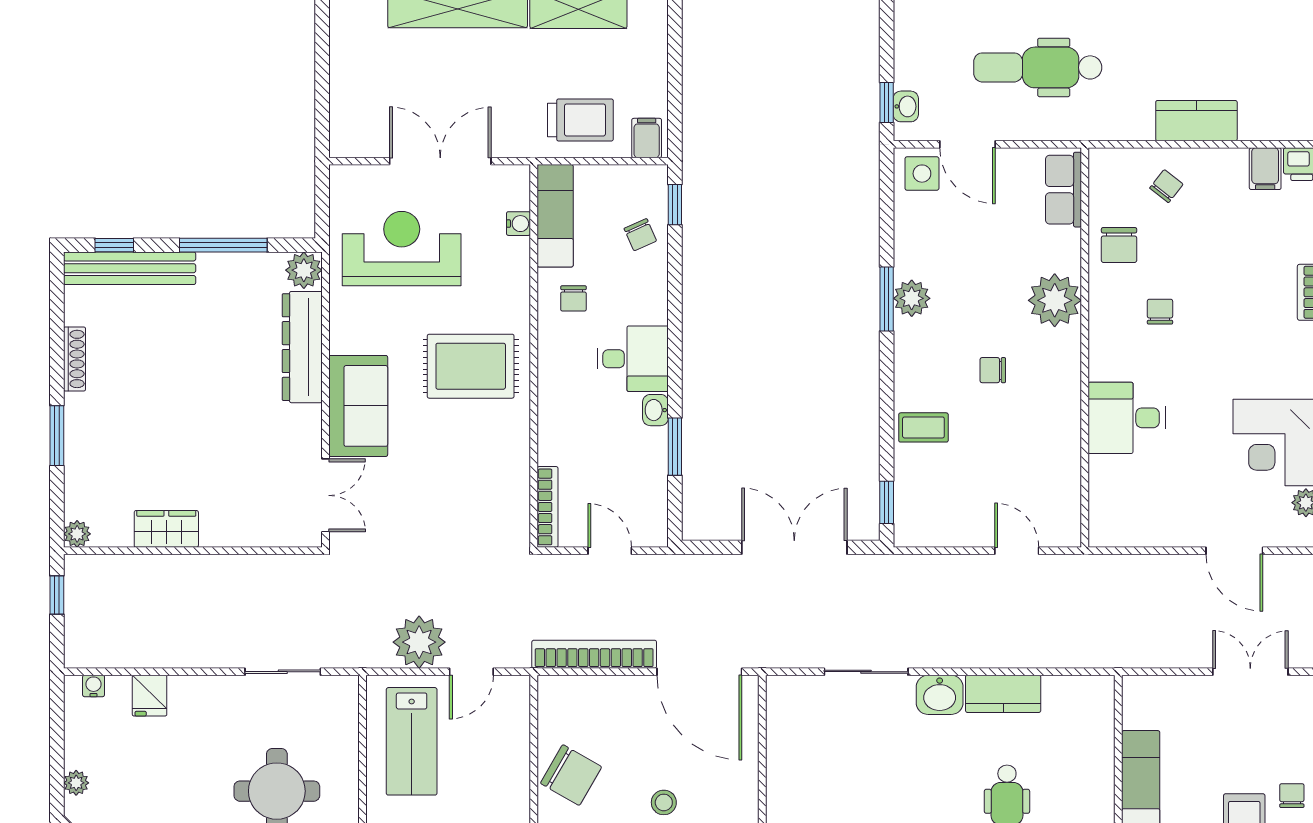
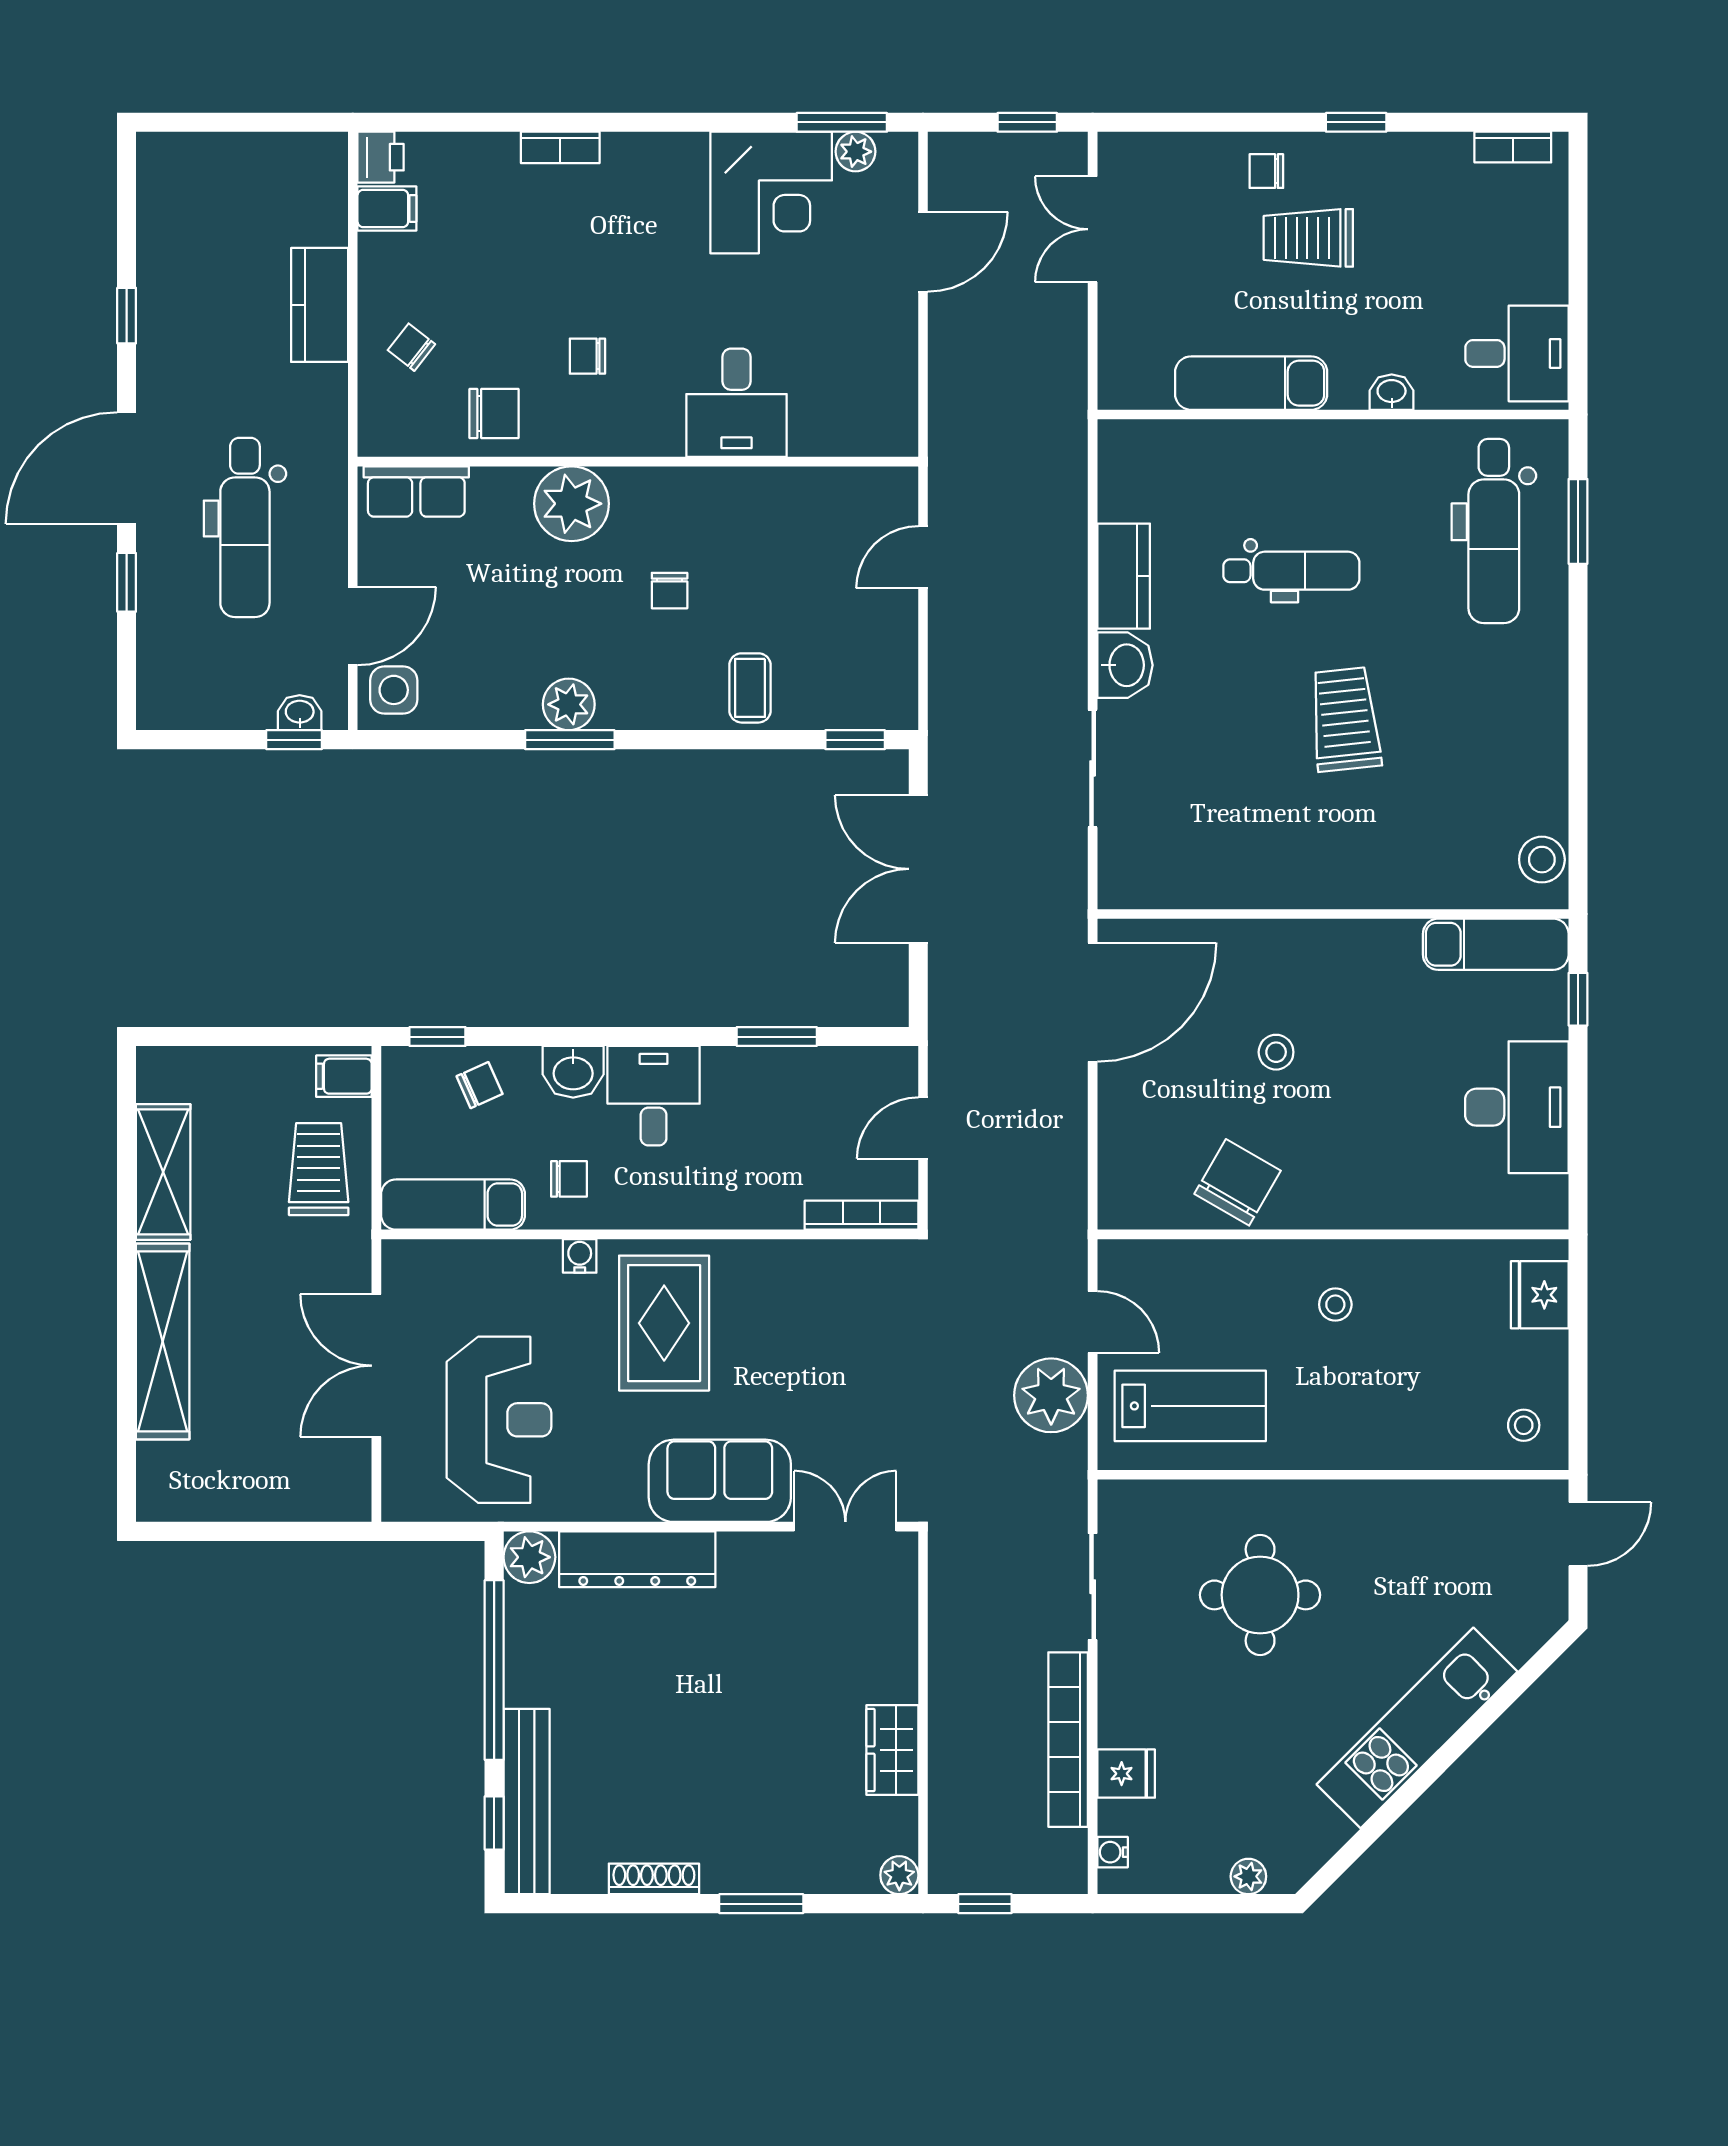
water cooler: (519, 224) -> (580, 1256), moved
window: (223, 245) -> (494, 1670), width x1.46
reception desk: (402, 249) -> (499, 1420), turned 180
washbasin: (655, 410) -> (573, 1072), moved, width x1.38, depth x1.45
bookcase: (594, 654) -> (1068, 1740), moved

